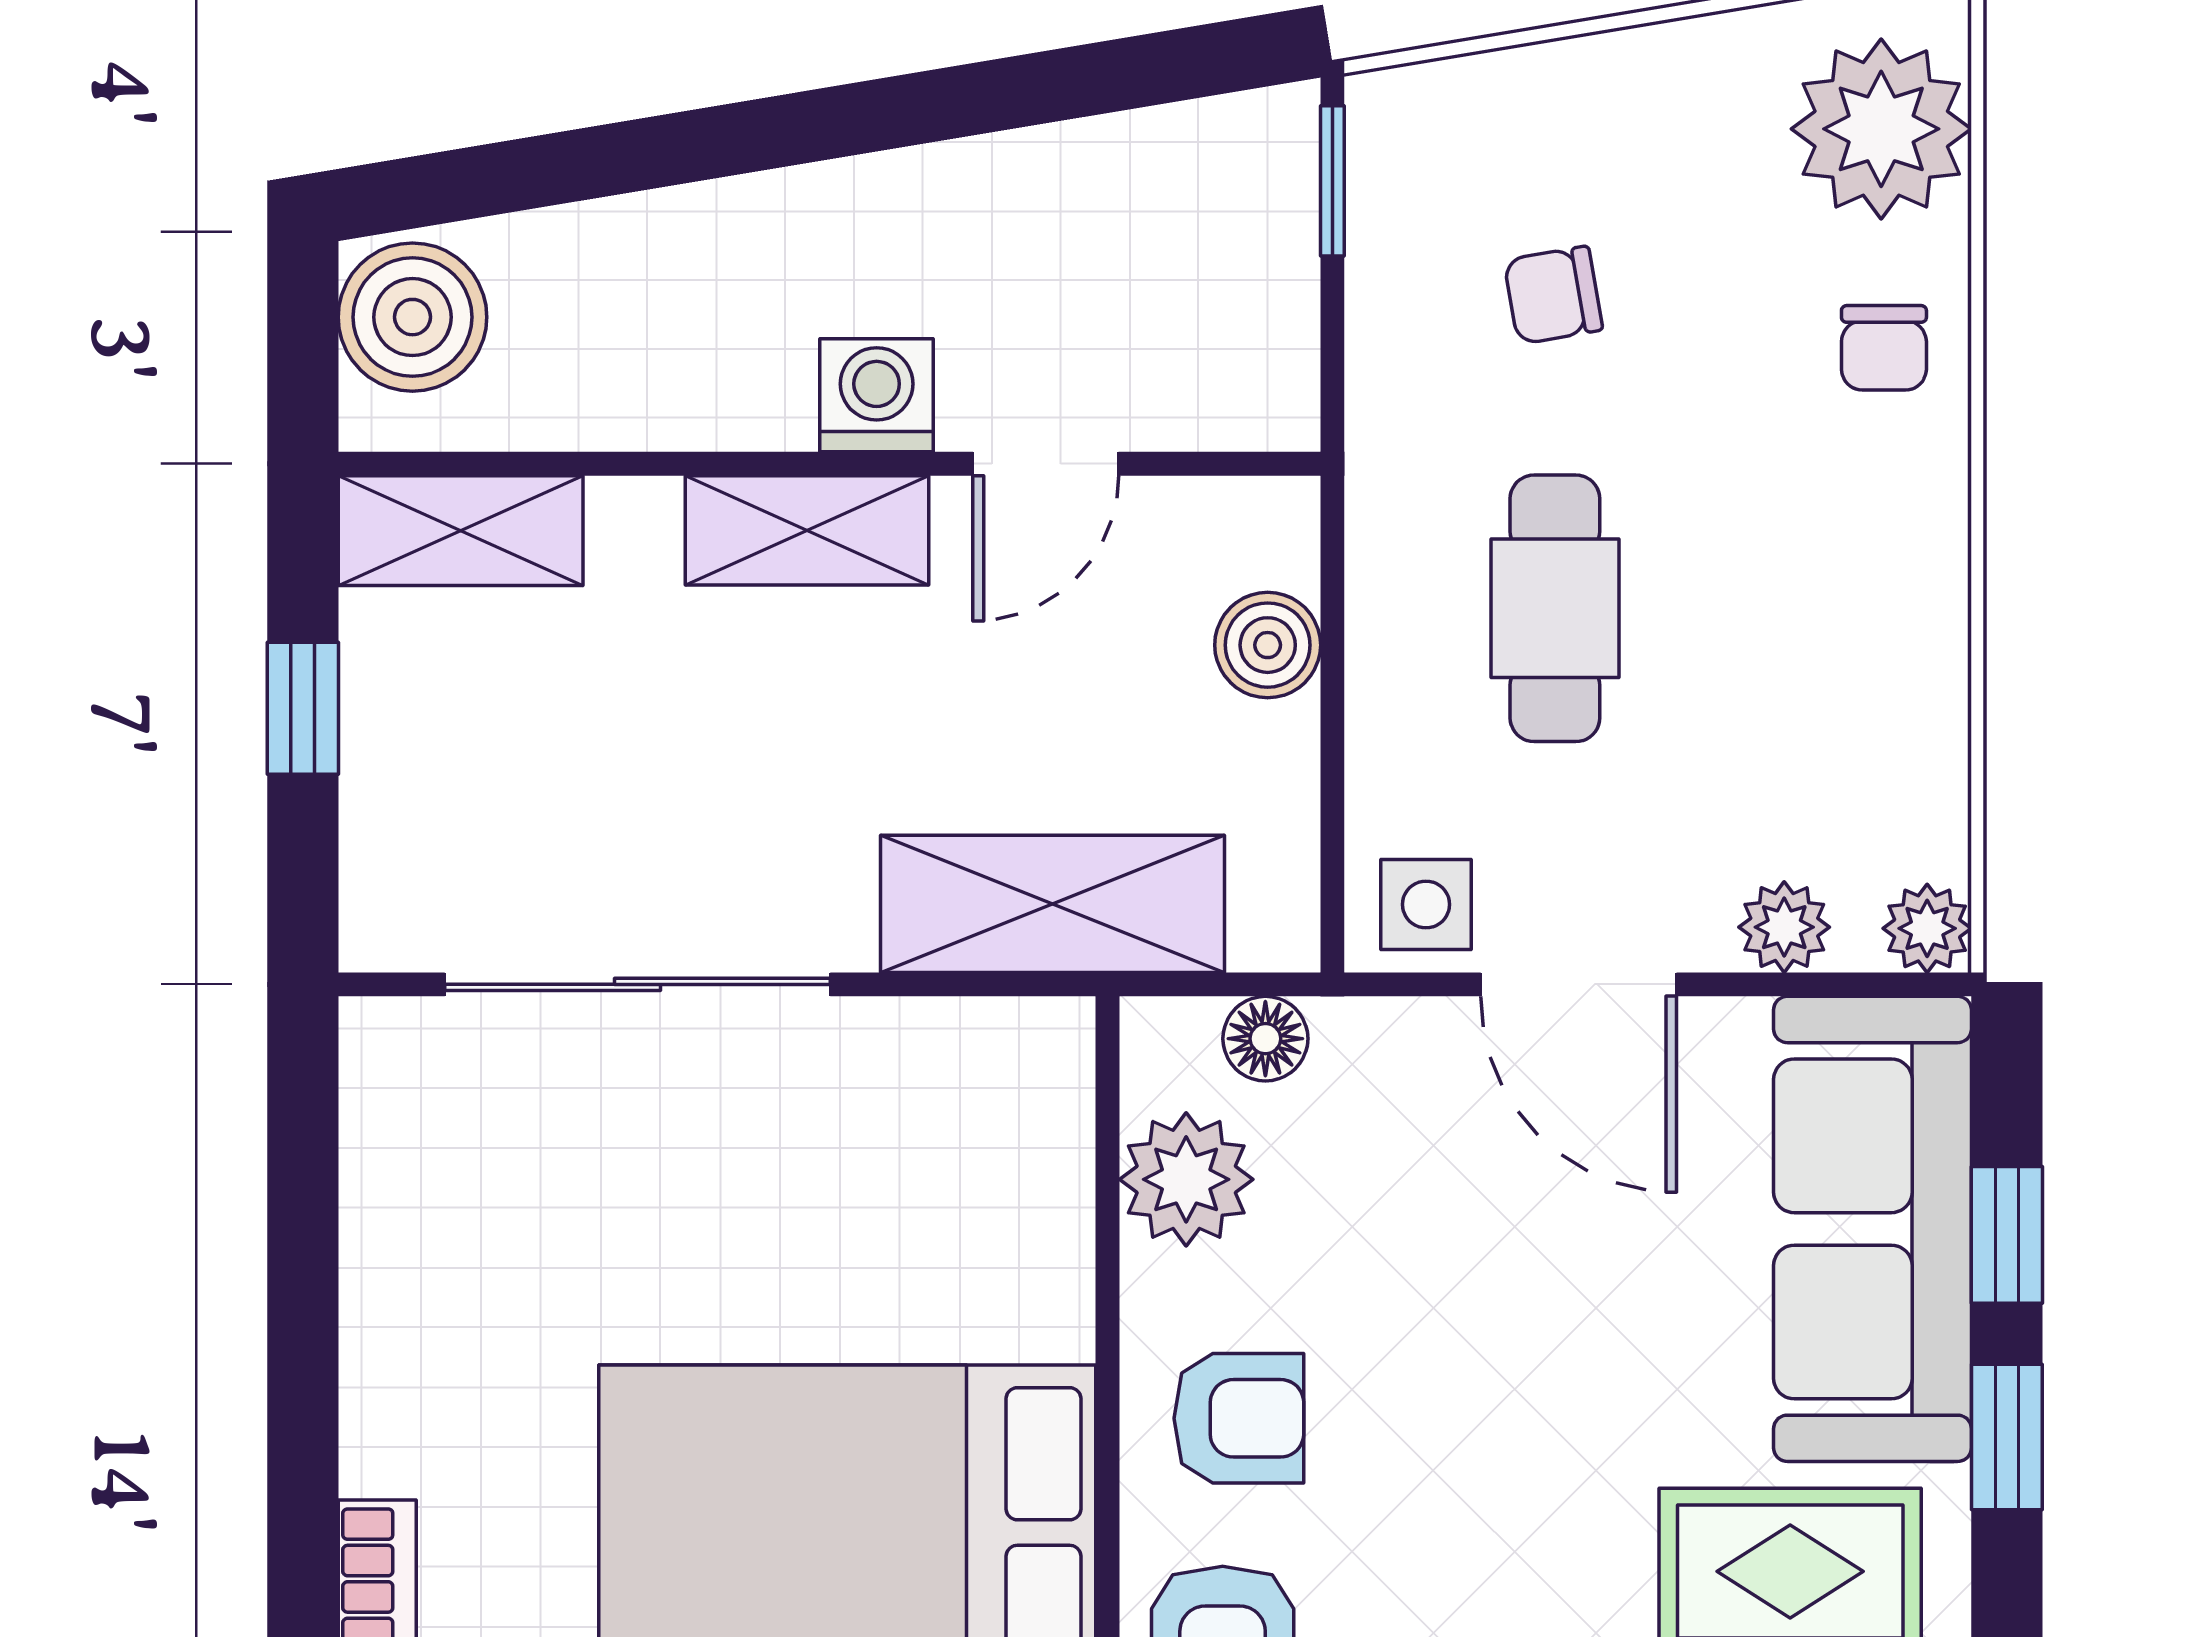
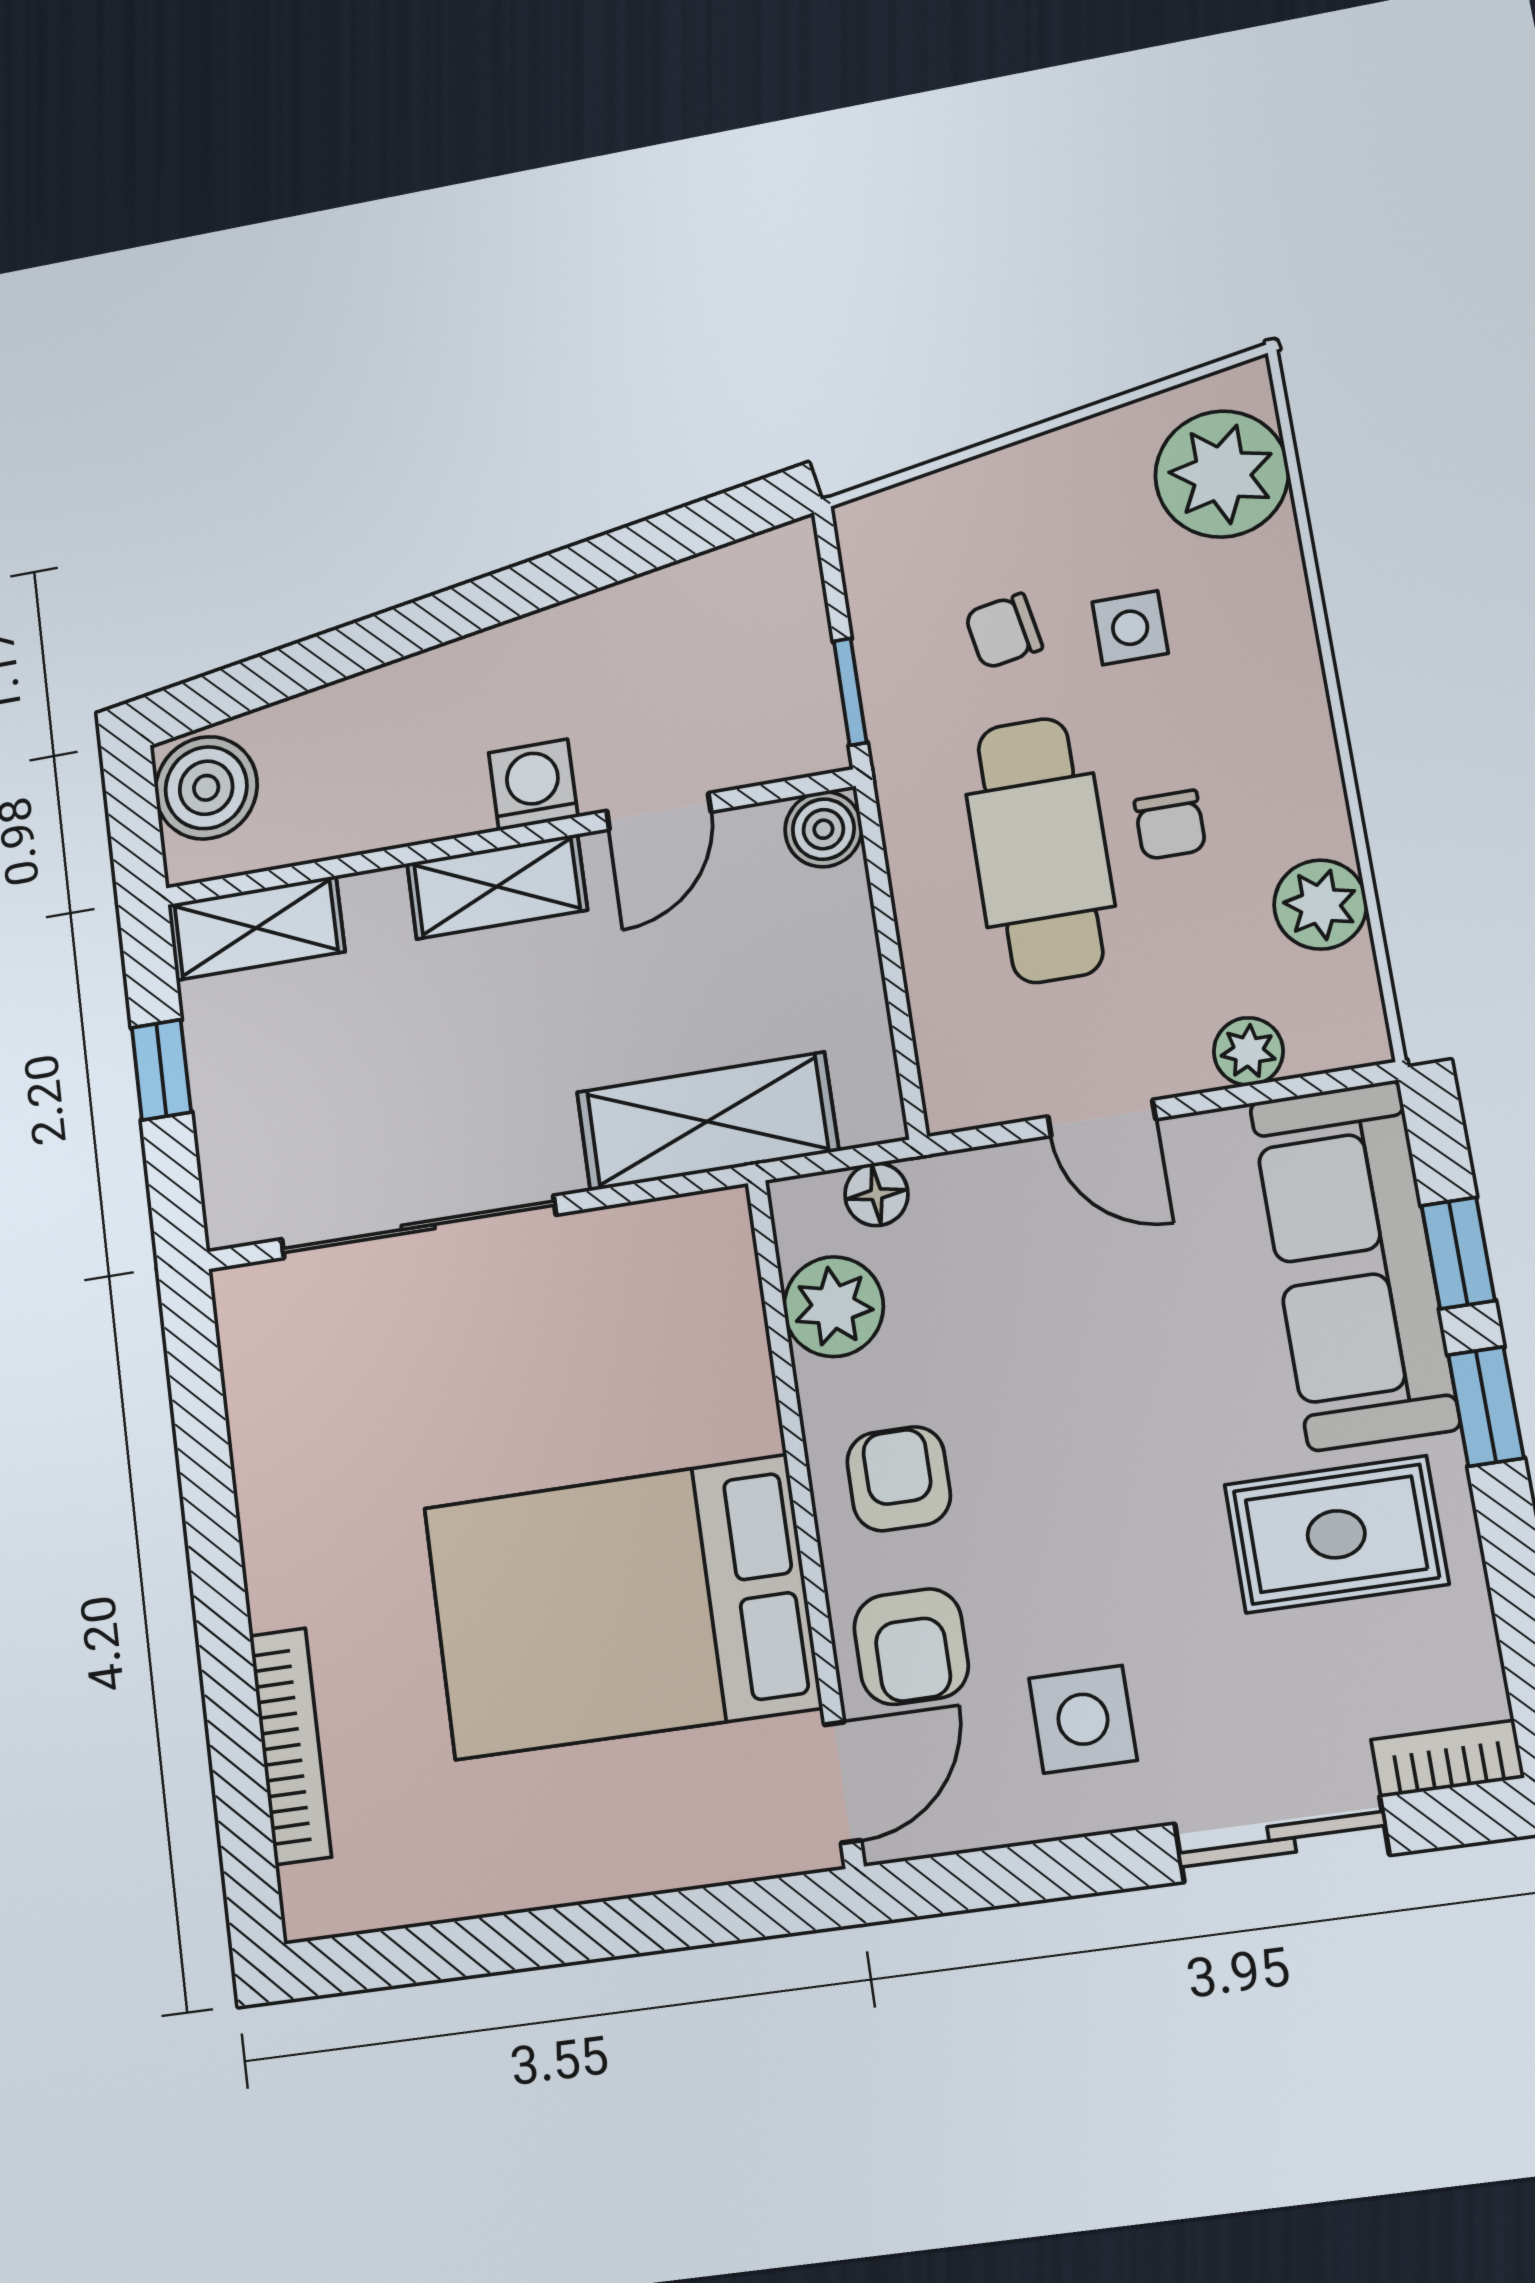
window: (1332, 181) -> (850, 692), moved
chair: (1884, 348) -> (1170, 825), moved
cafe table: (1555, 608) -> (1040, 850), width x1.37, depth x1.35
boiler: (1268, 645) -> (823, 829), moved
side table: (1426, 904) -> (1130, 628), moved
plant: (1927, 928) -> (1320, 905), moved, width x1.38, depth x1.38
door: (1579, 984) -> (1102, 1118), width x0.73
armchair: (1239, 1418) -> (899, 1479), turned -90

